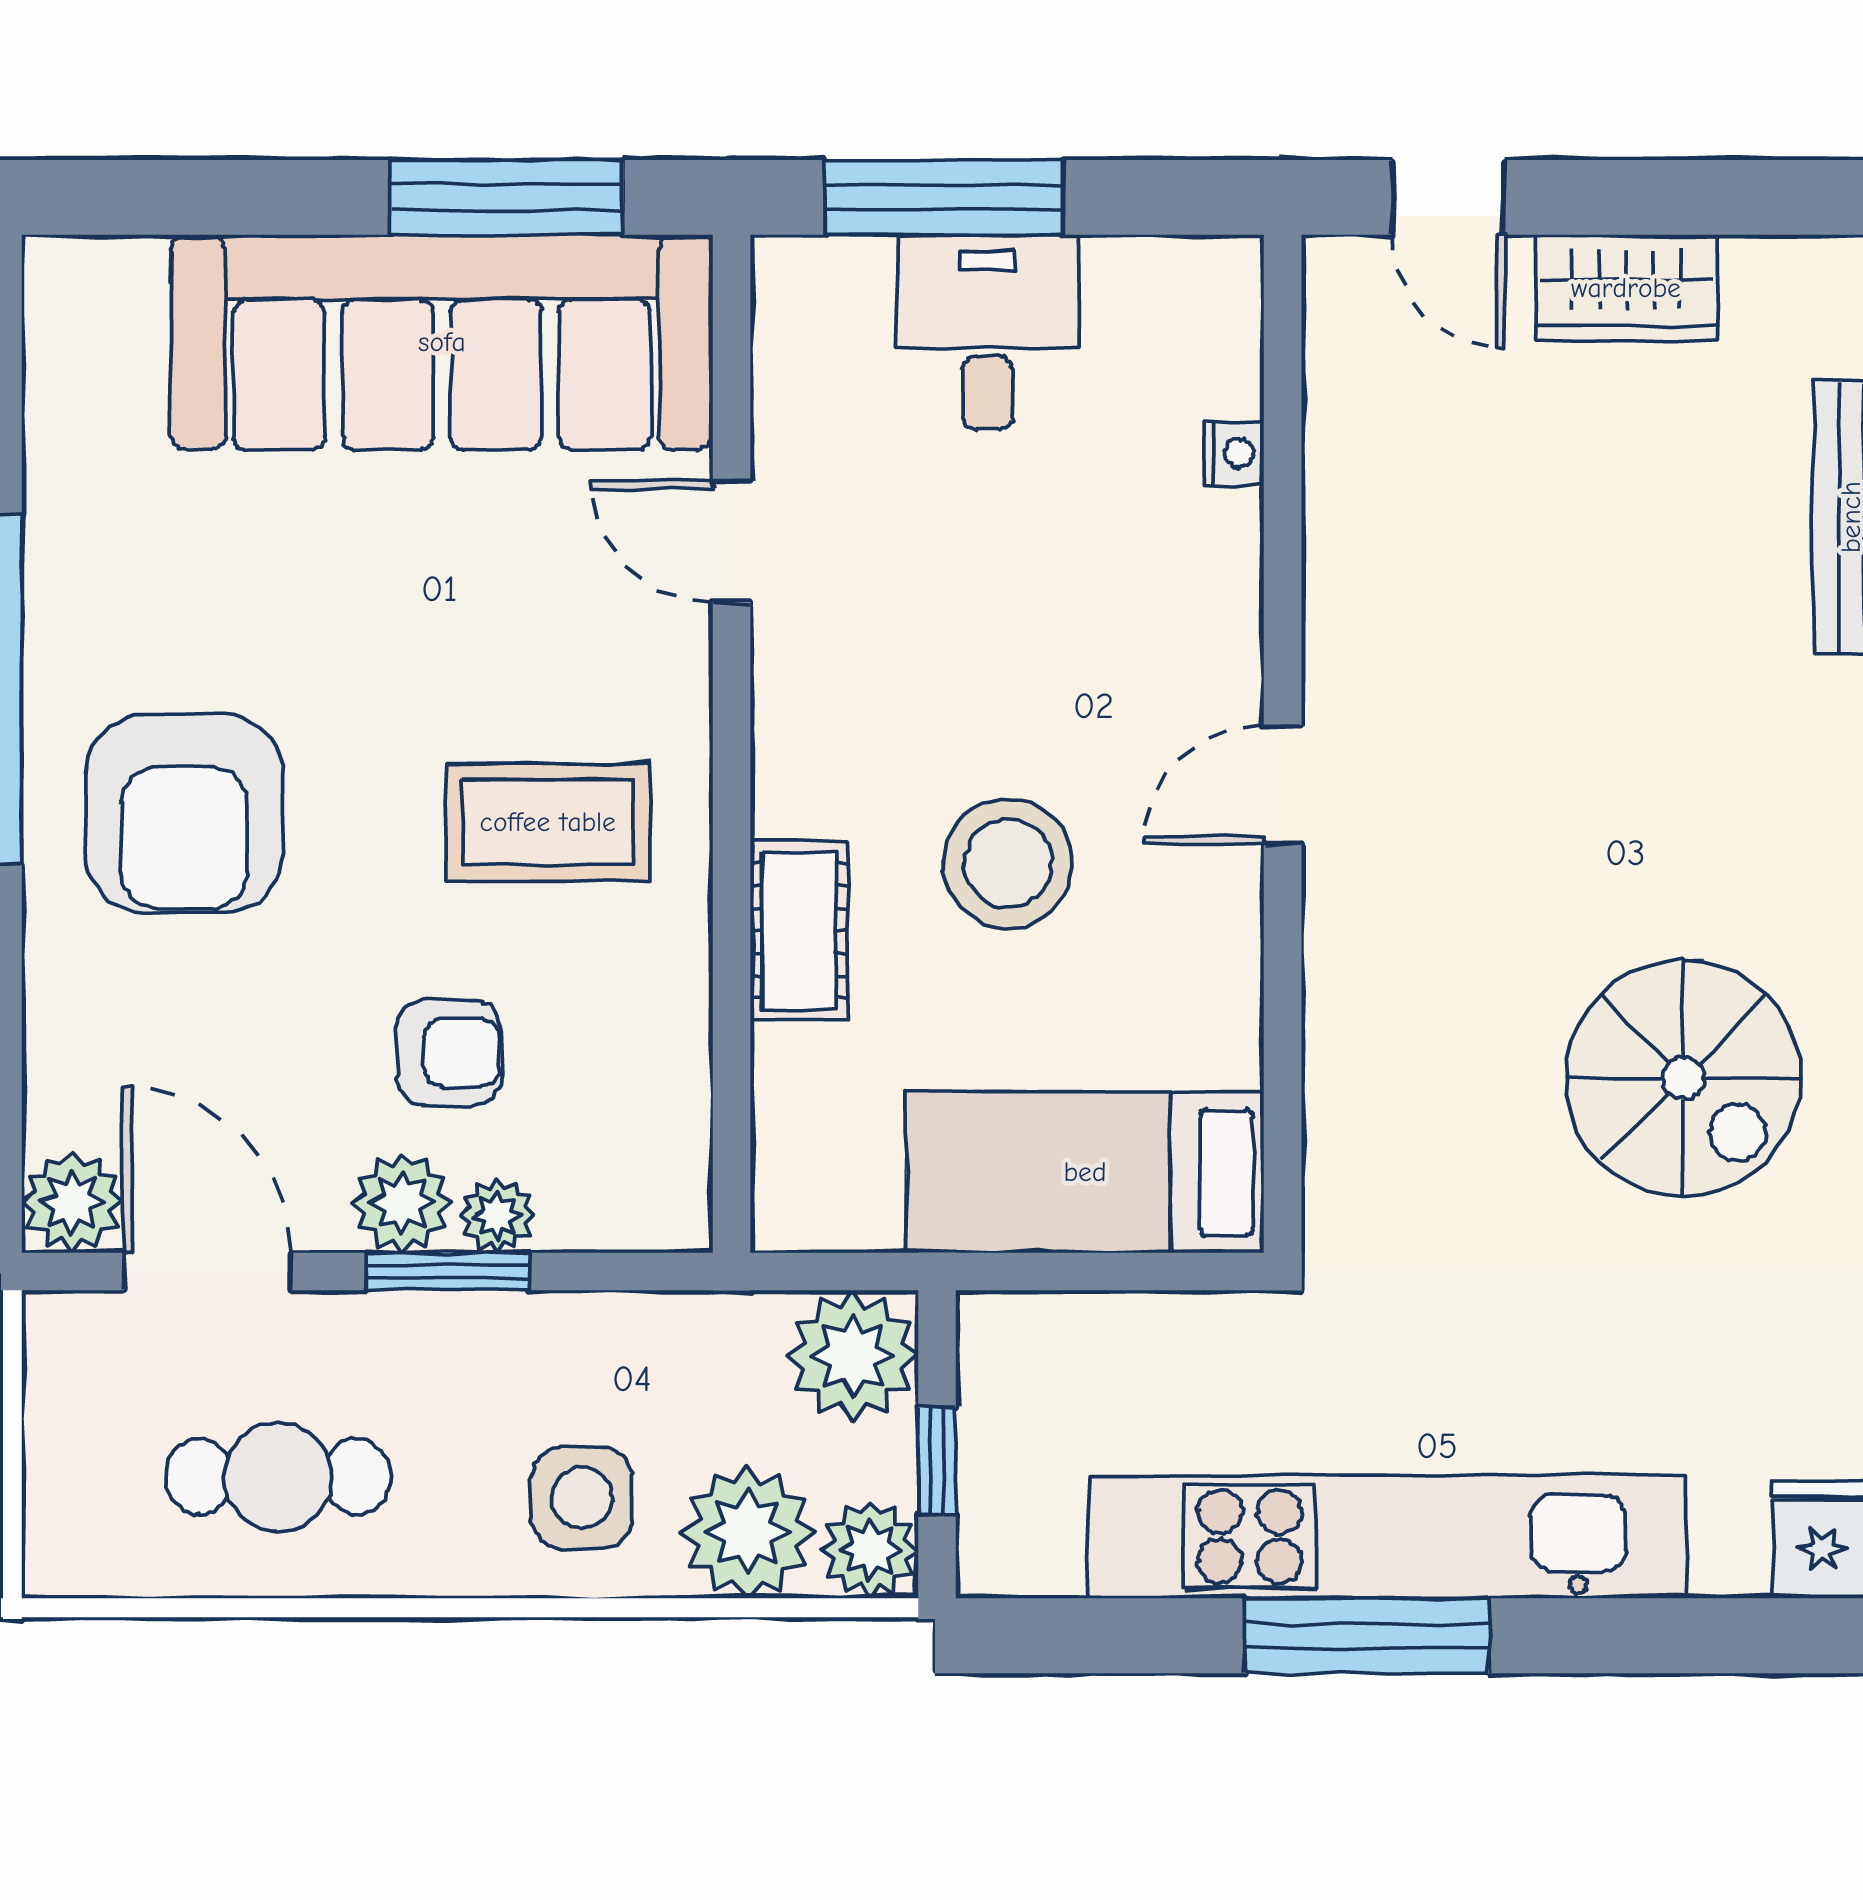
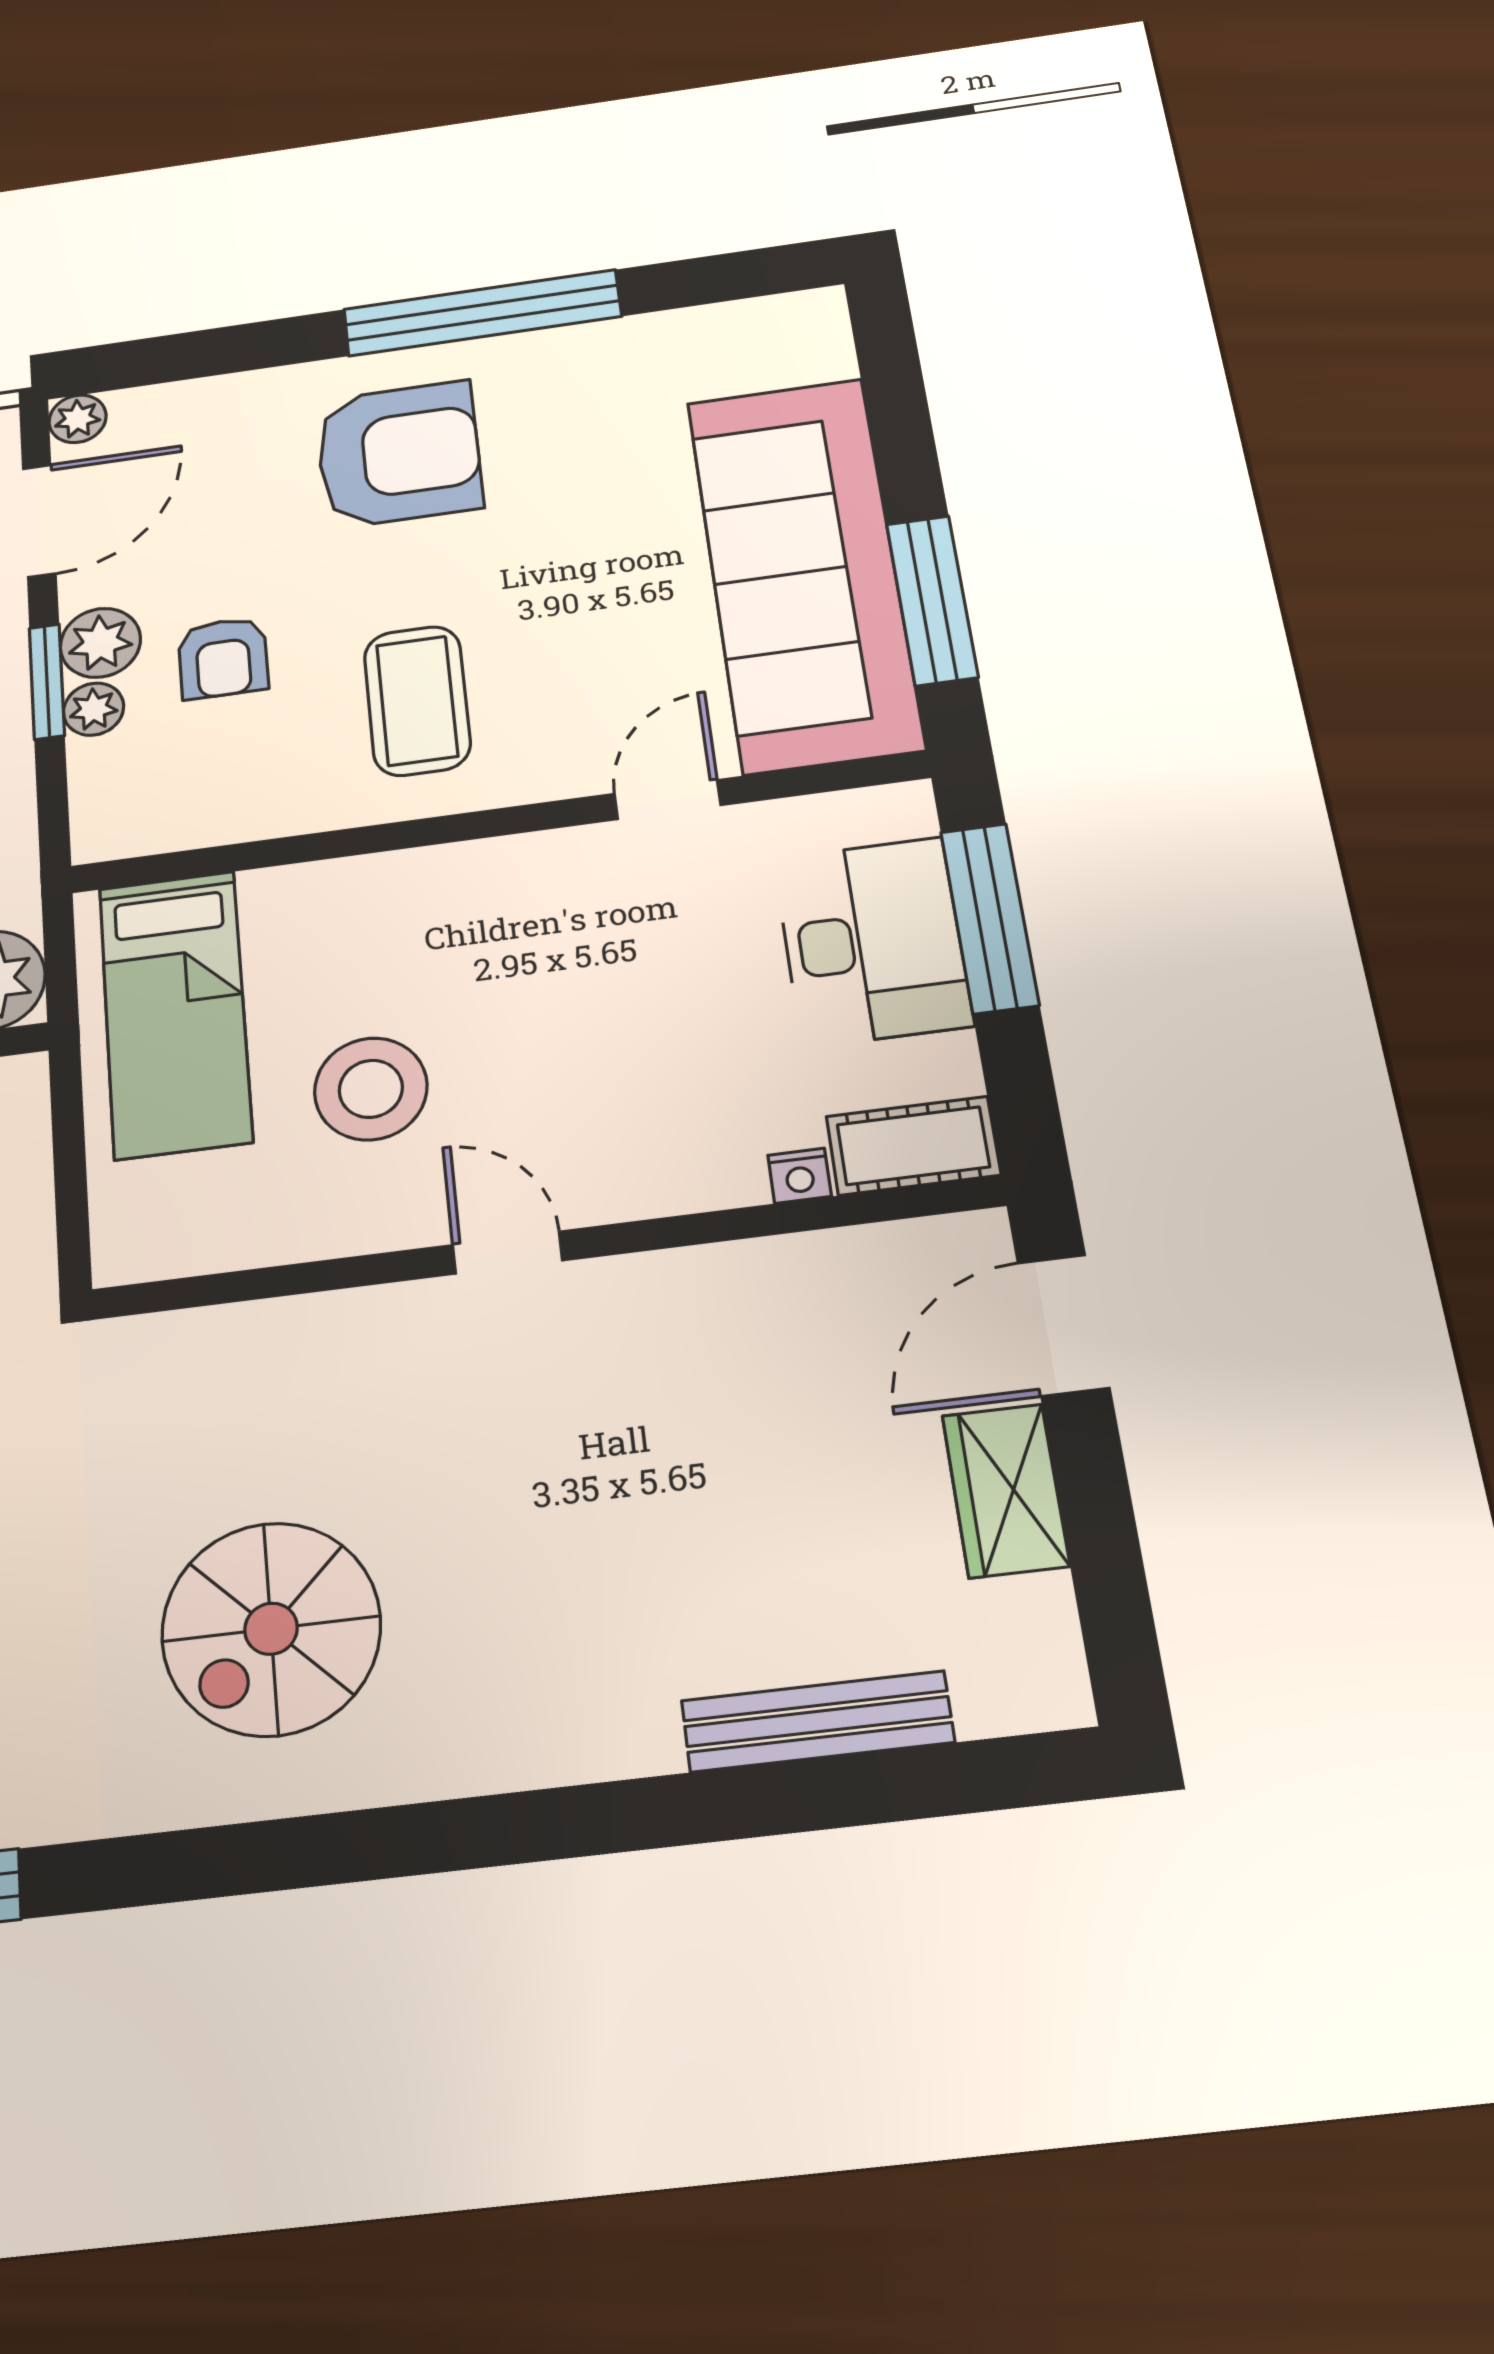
door: (1448, 197) -> (1063, 1325), width x1.38
desk: (988, 332) -> (873, 942), width x1.37
armchair: (184, 814) -> (399, 454), turned 180
stool: (1008, 863) -> (371, 1089), moved
cot: (799, 931) -> (913, 1146), moved
bed: (1085, 1172) -> (175, 1013), moved, turned 180
plant: (72, 1202) -> (78, 419), width x0.73, depth x0.73

